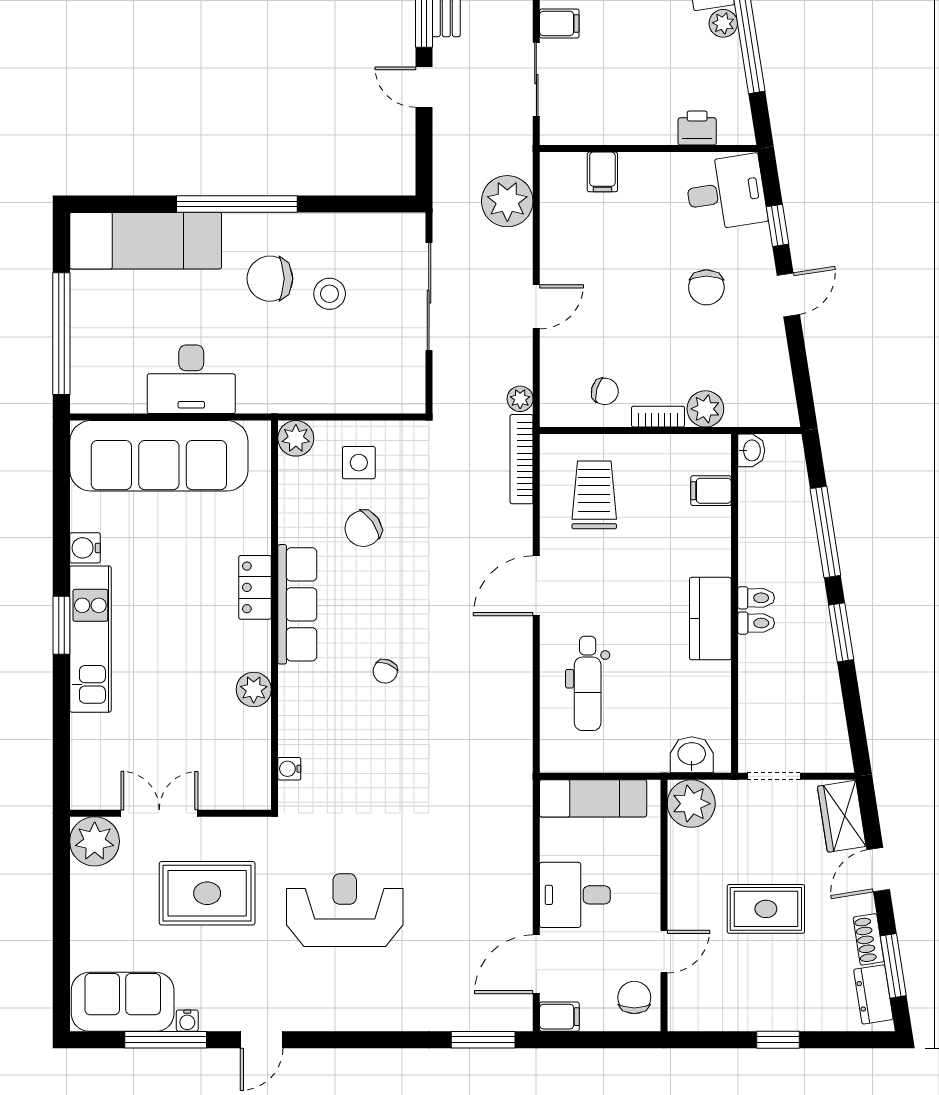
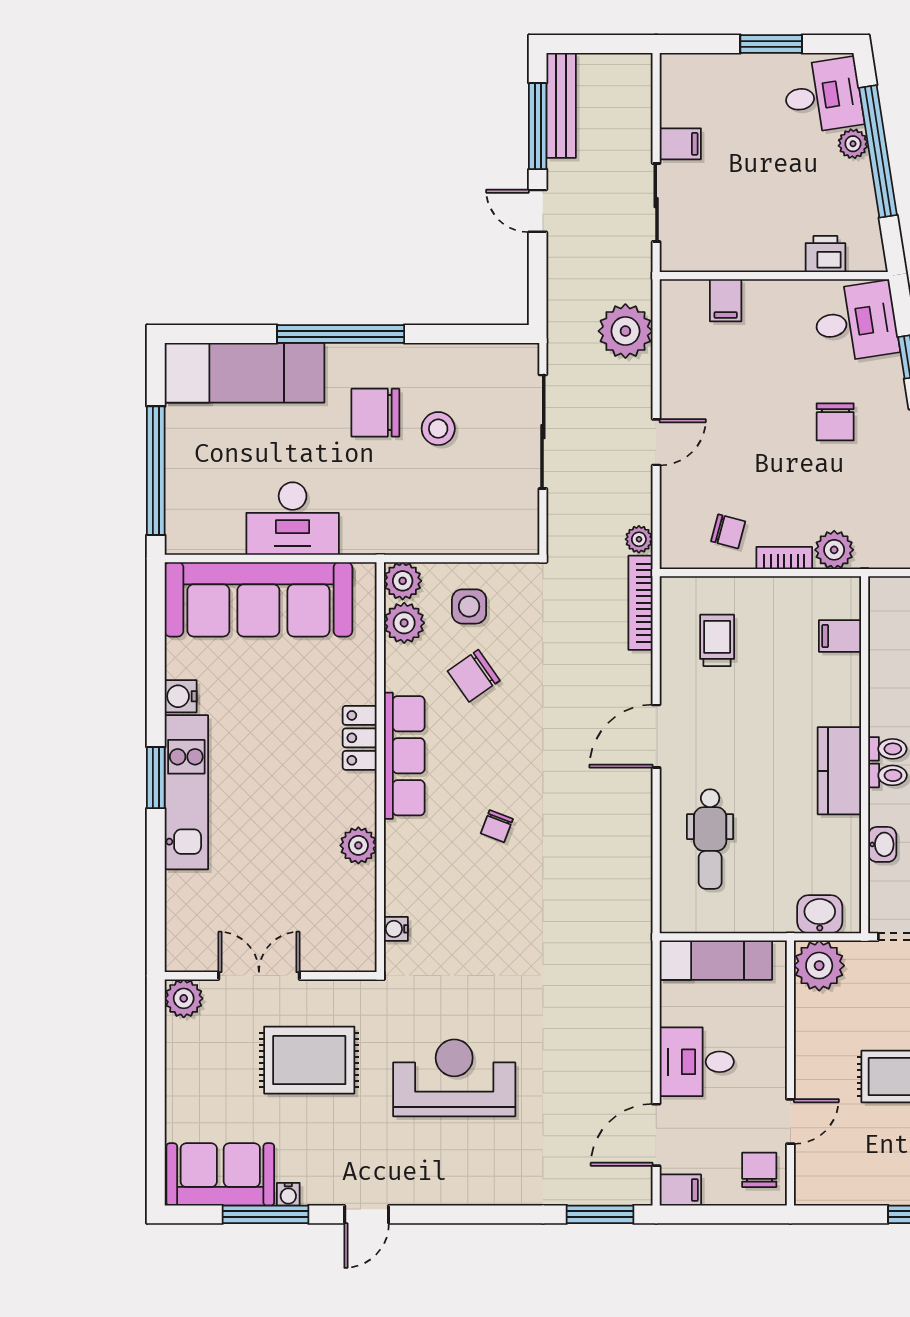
washbasin: (751, 450) -> (882, 844), moved
plant: (297, 478) -> (404, 623), added
trolley: (594, 495) -> (717, 640), width x0.73, depth x0.72
plant: (95, 841) -> (184, 998), width x0.73, depth x0.73

